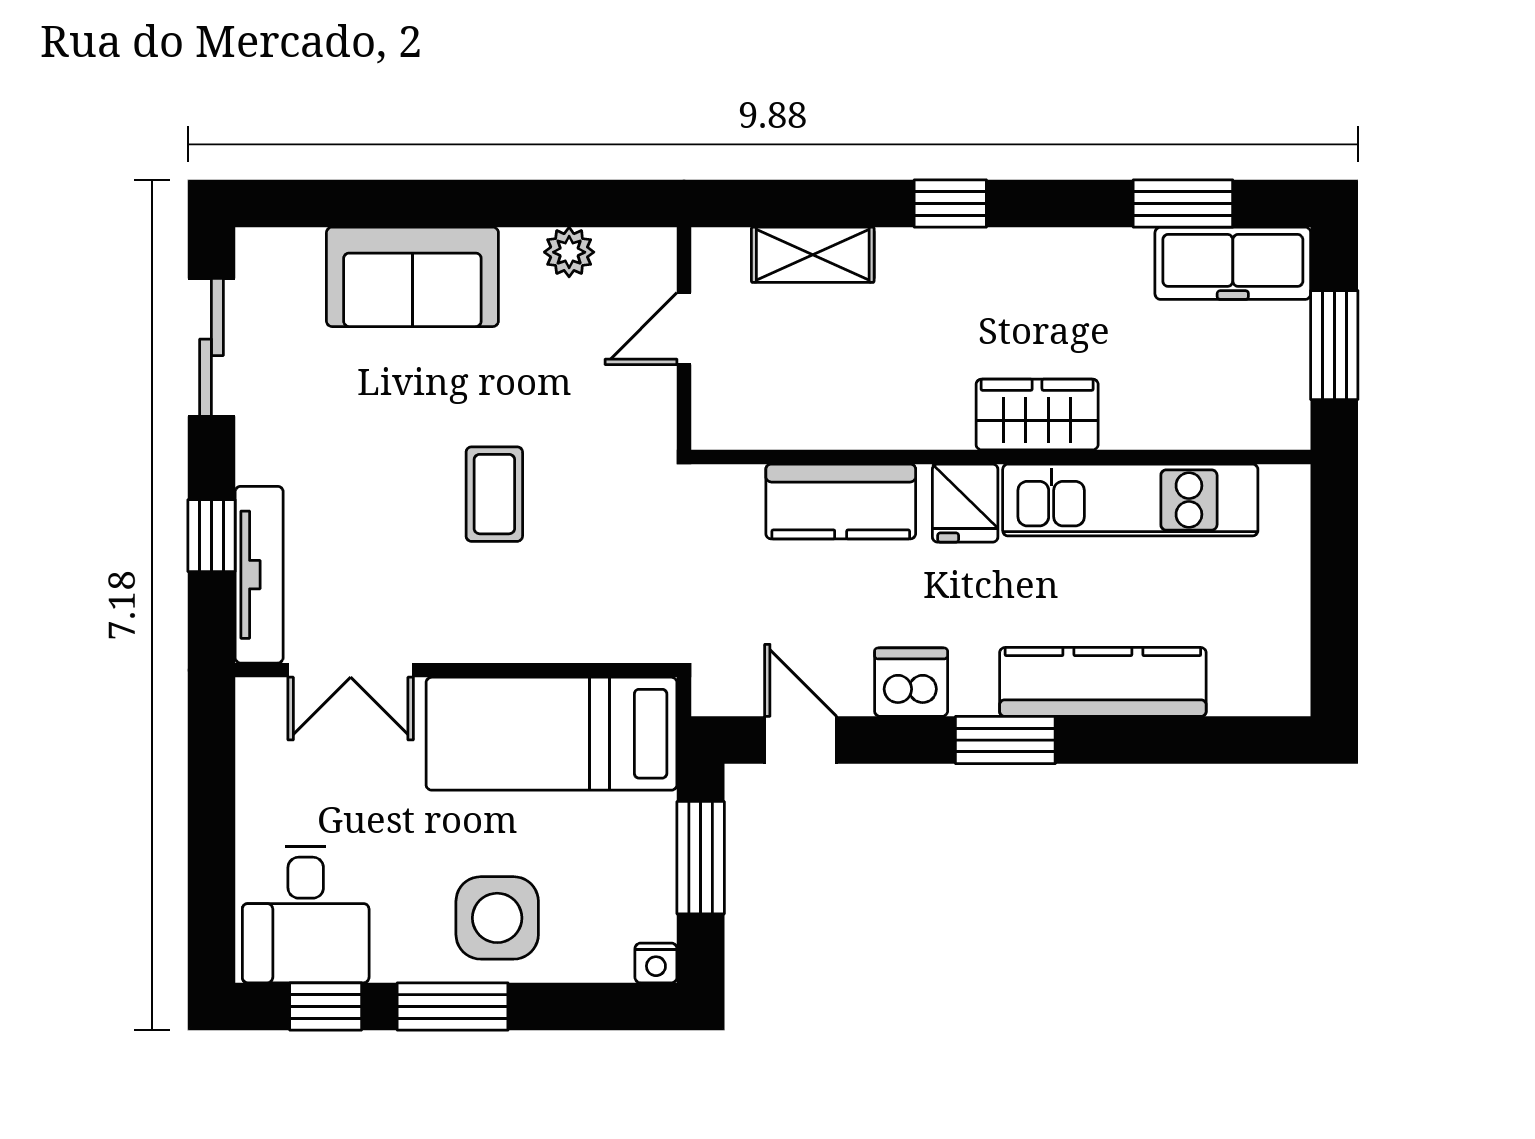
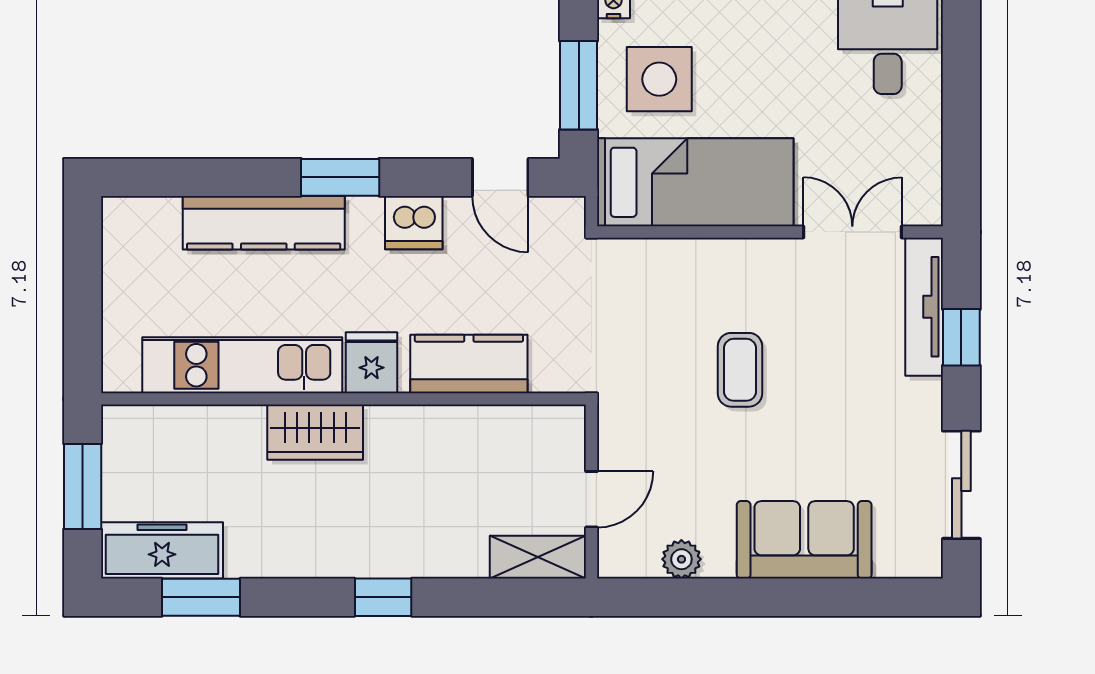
shelving: (813, 255) -> (538, 557), moved
side table: (497, 918) -> (659, 79), moved

